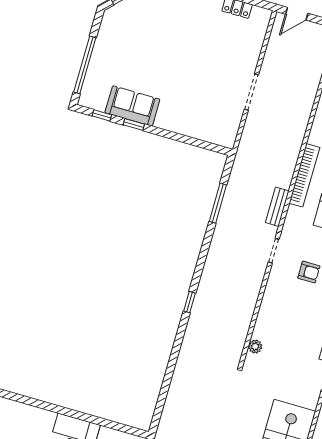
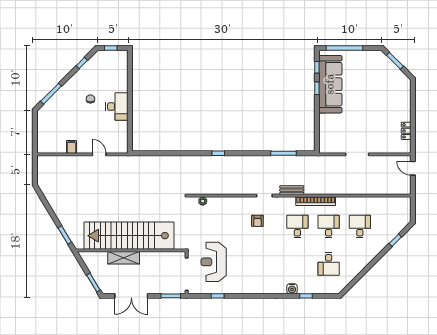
sofa: (132, 106) -> (330, 84), width x1.85, depth x1.27

